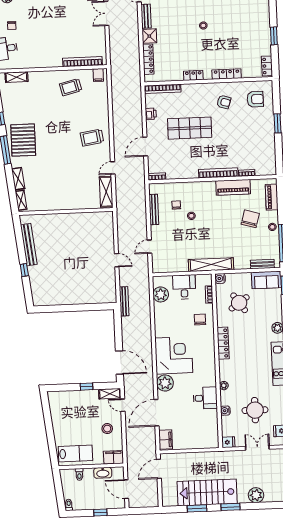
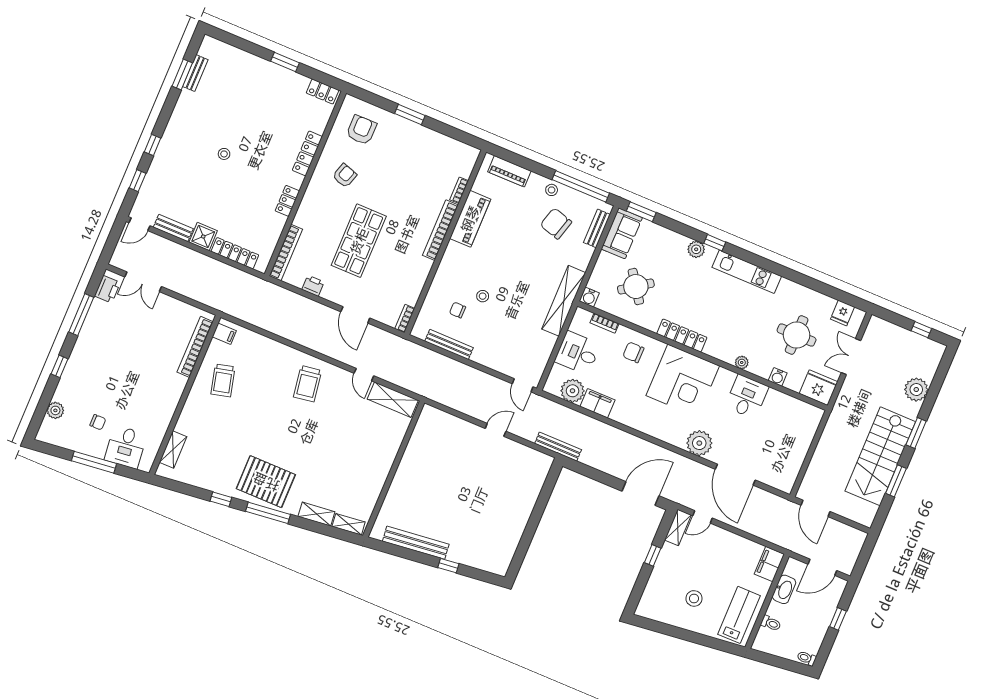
chair: (250, 219) -> (556, 224), moved
door: (150, 247) -> (523, 385), moved
corner desk: (174, 355) -> (683, 381), moved, turned 180
stool: (107, 429) -> (694, 598), moved
filing cabinet: (166, 440) -> (598, 403), moved
fridge: (228, 442) -> (818, 388), width x1.88, depth x1.34

